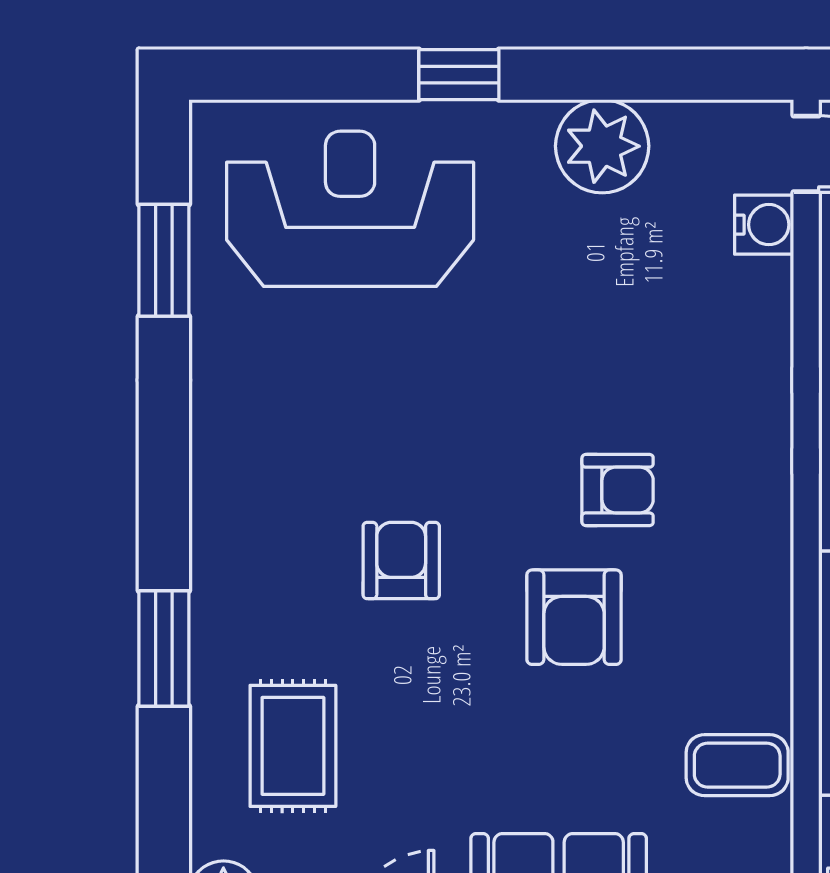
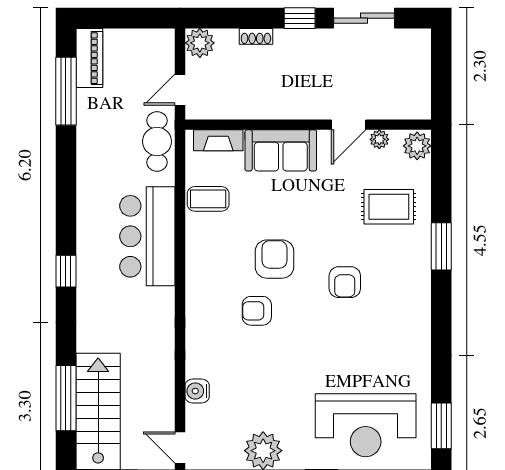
water cooler: (764, 225) -> (197, 391), moved
window: (164, 260) -> (441, 426), moved
rug: (293, 746) -> (389, 207), turned 90

